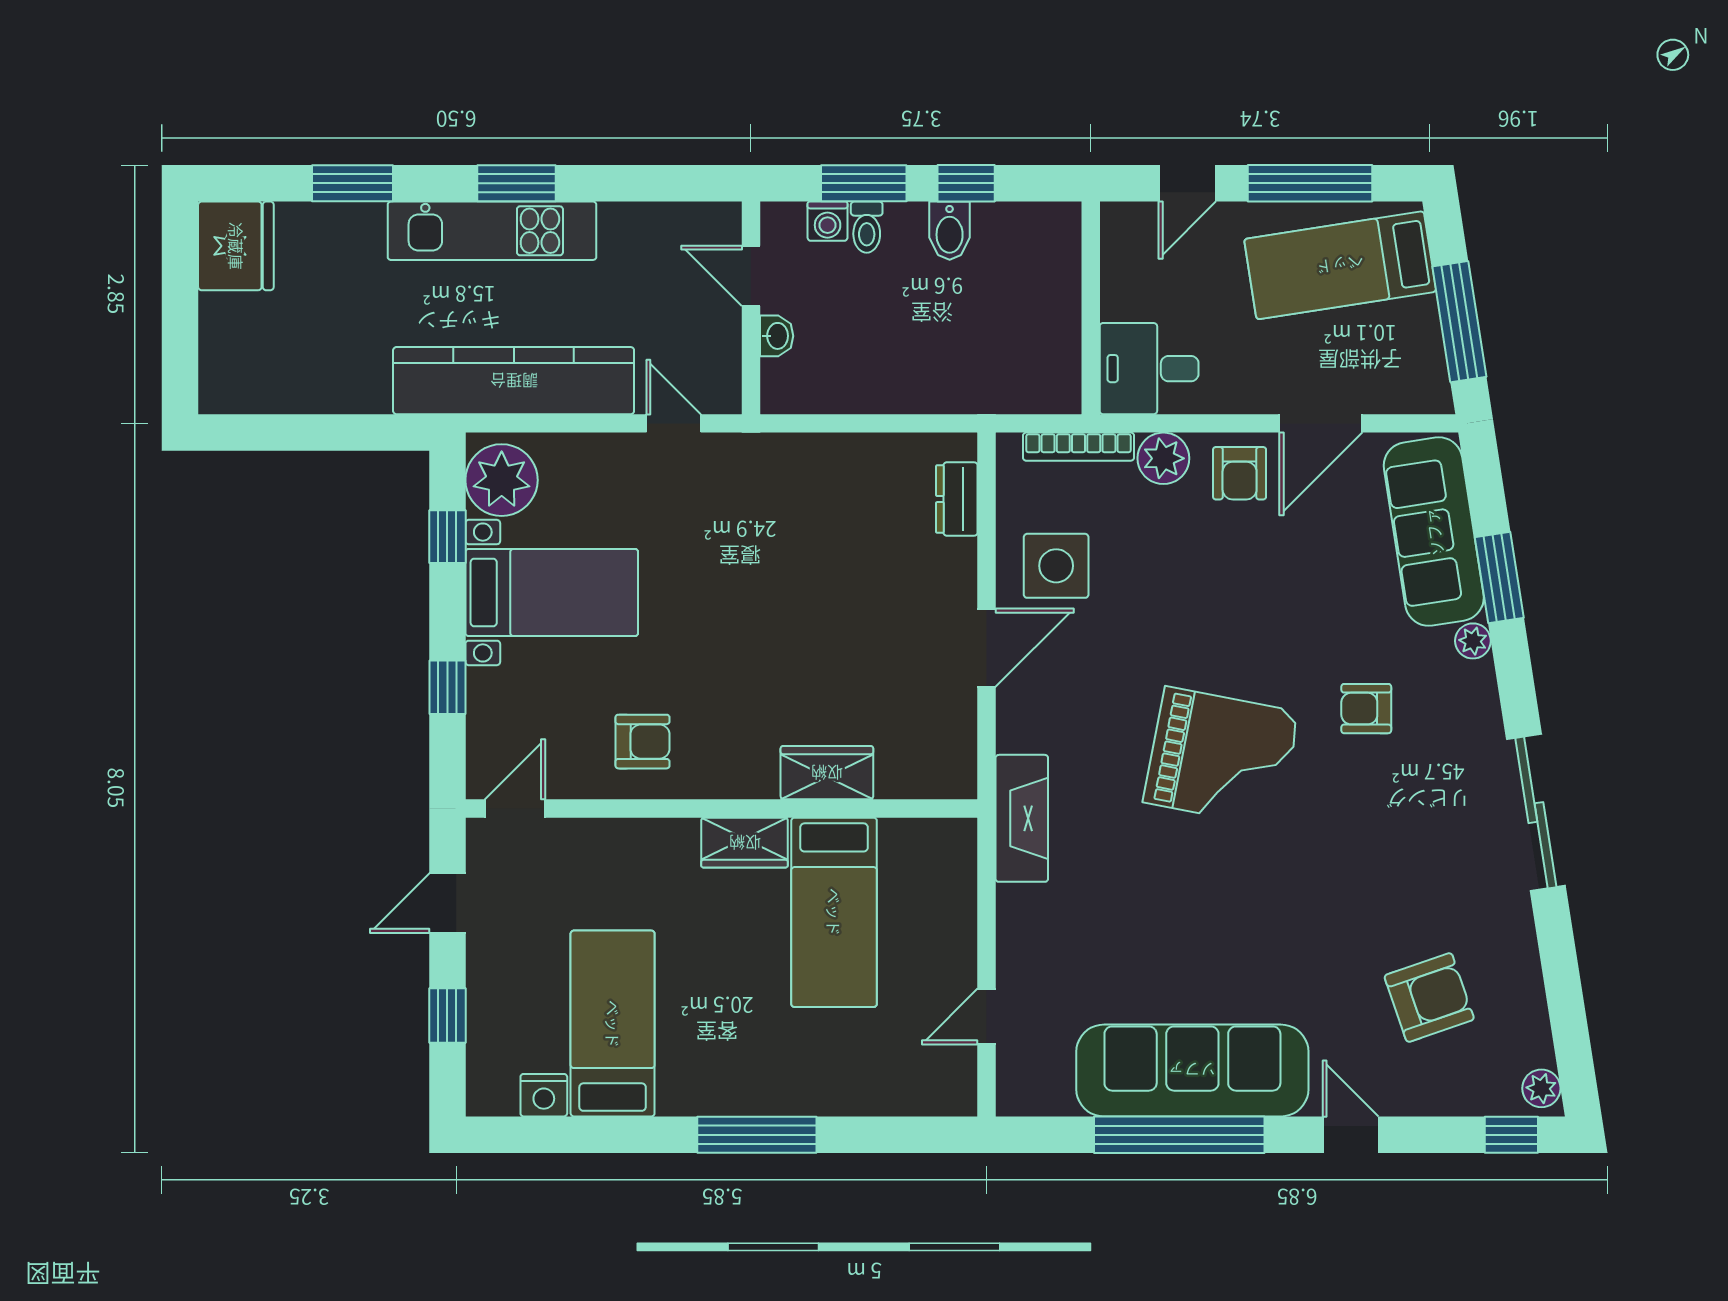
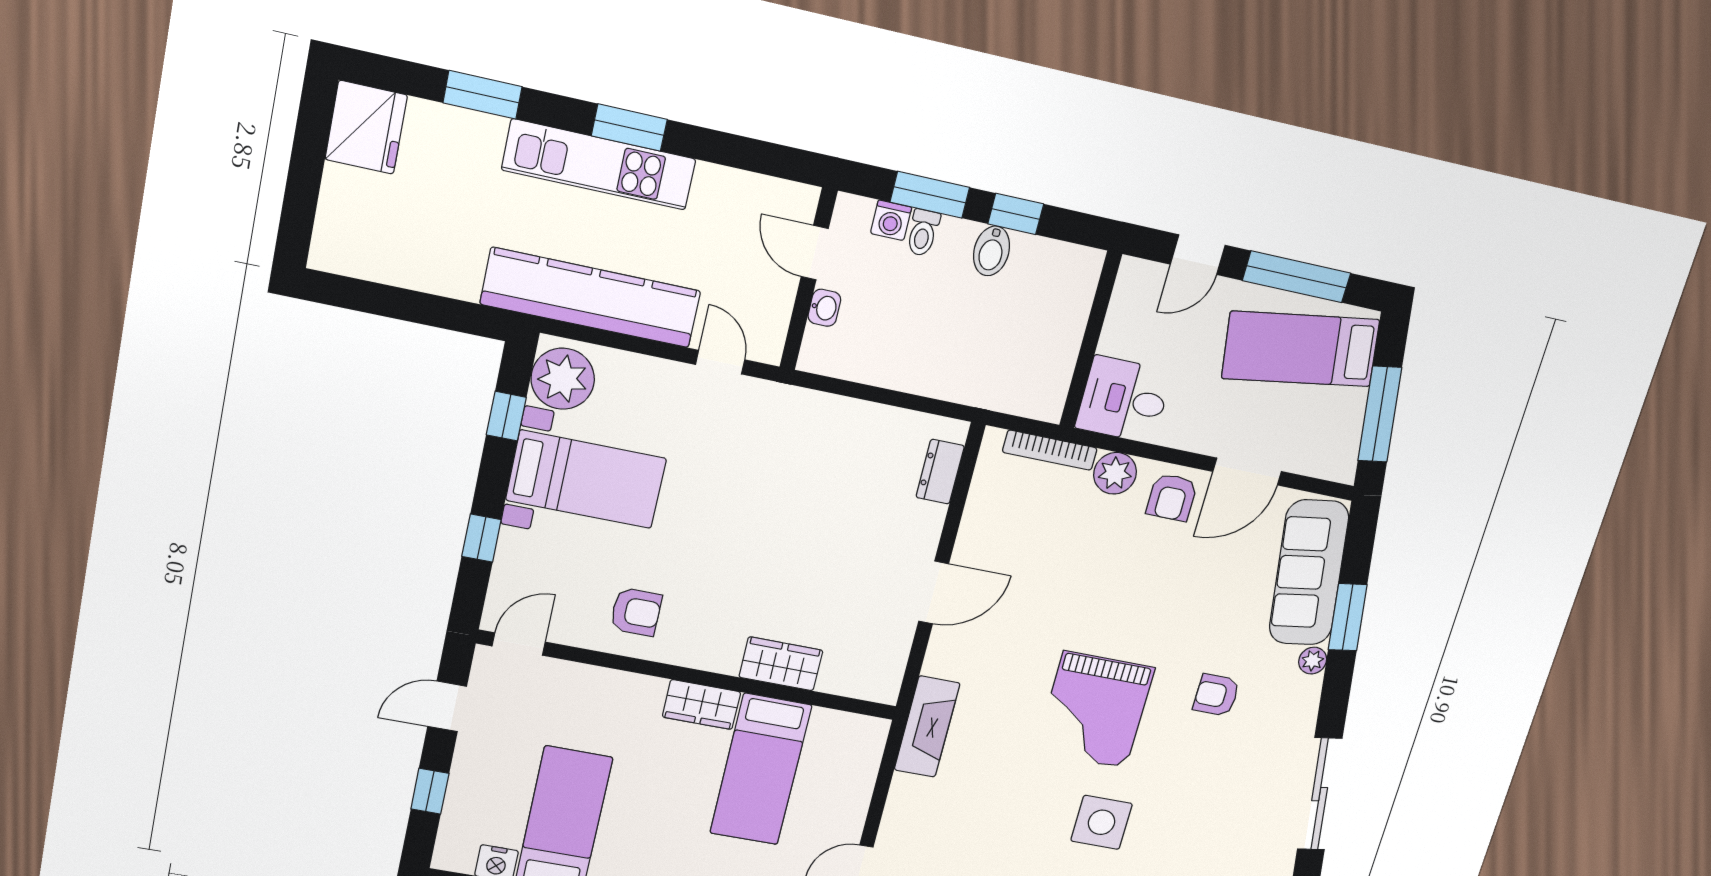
side table: (1056, 566) -> (1102, 822), moved
grand piano: (1221, 757) -> (1095, 710), turned 79

